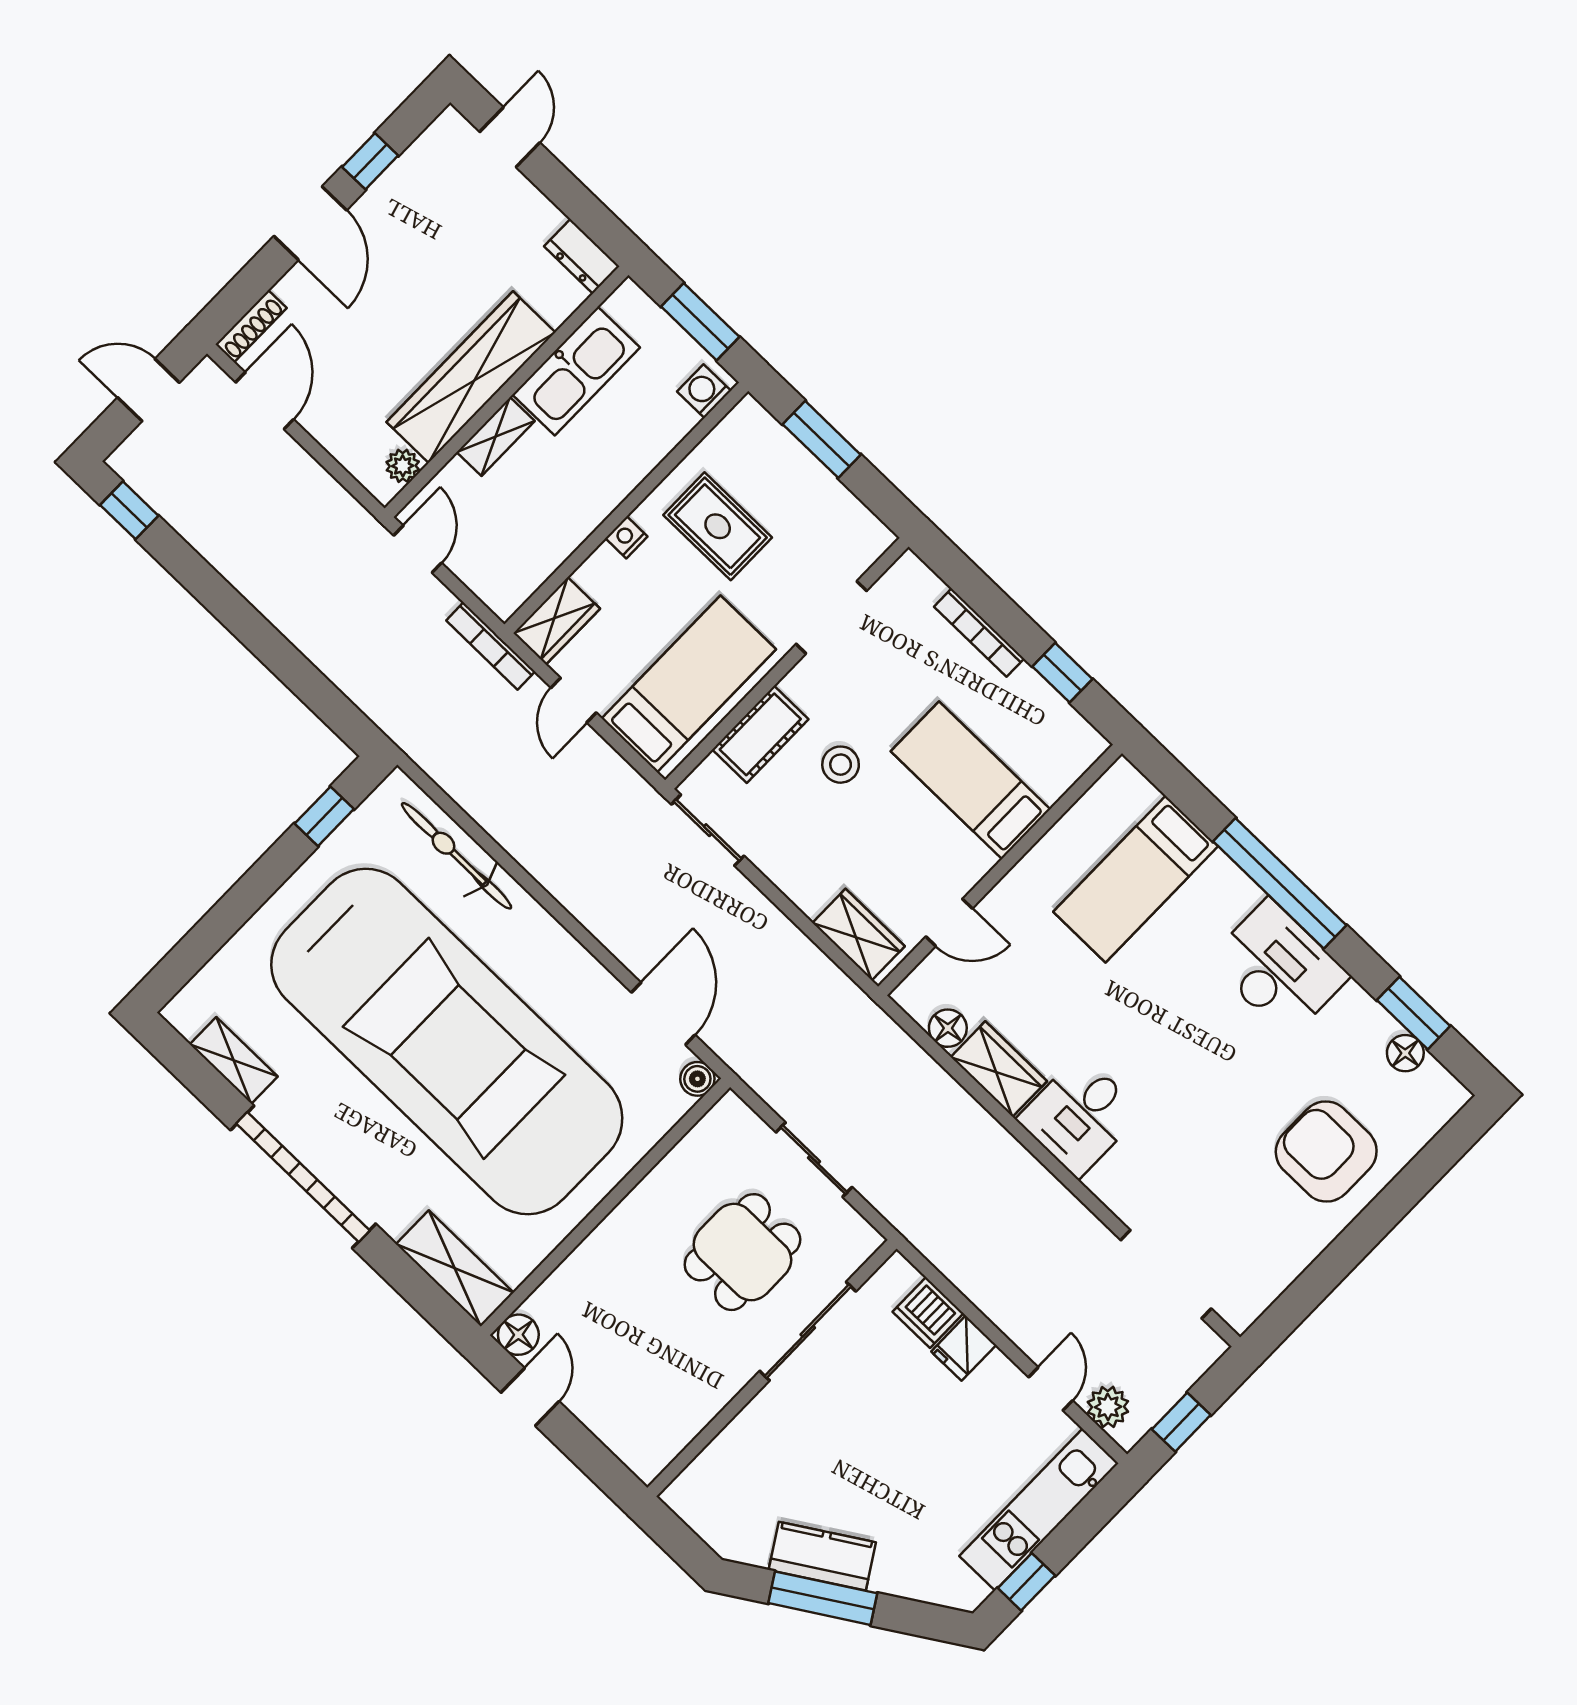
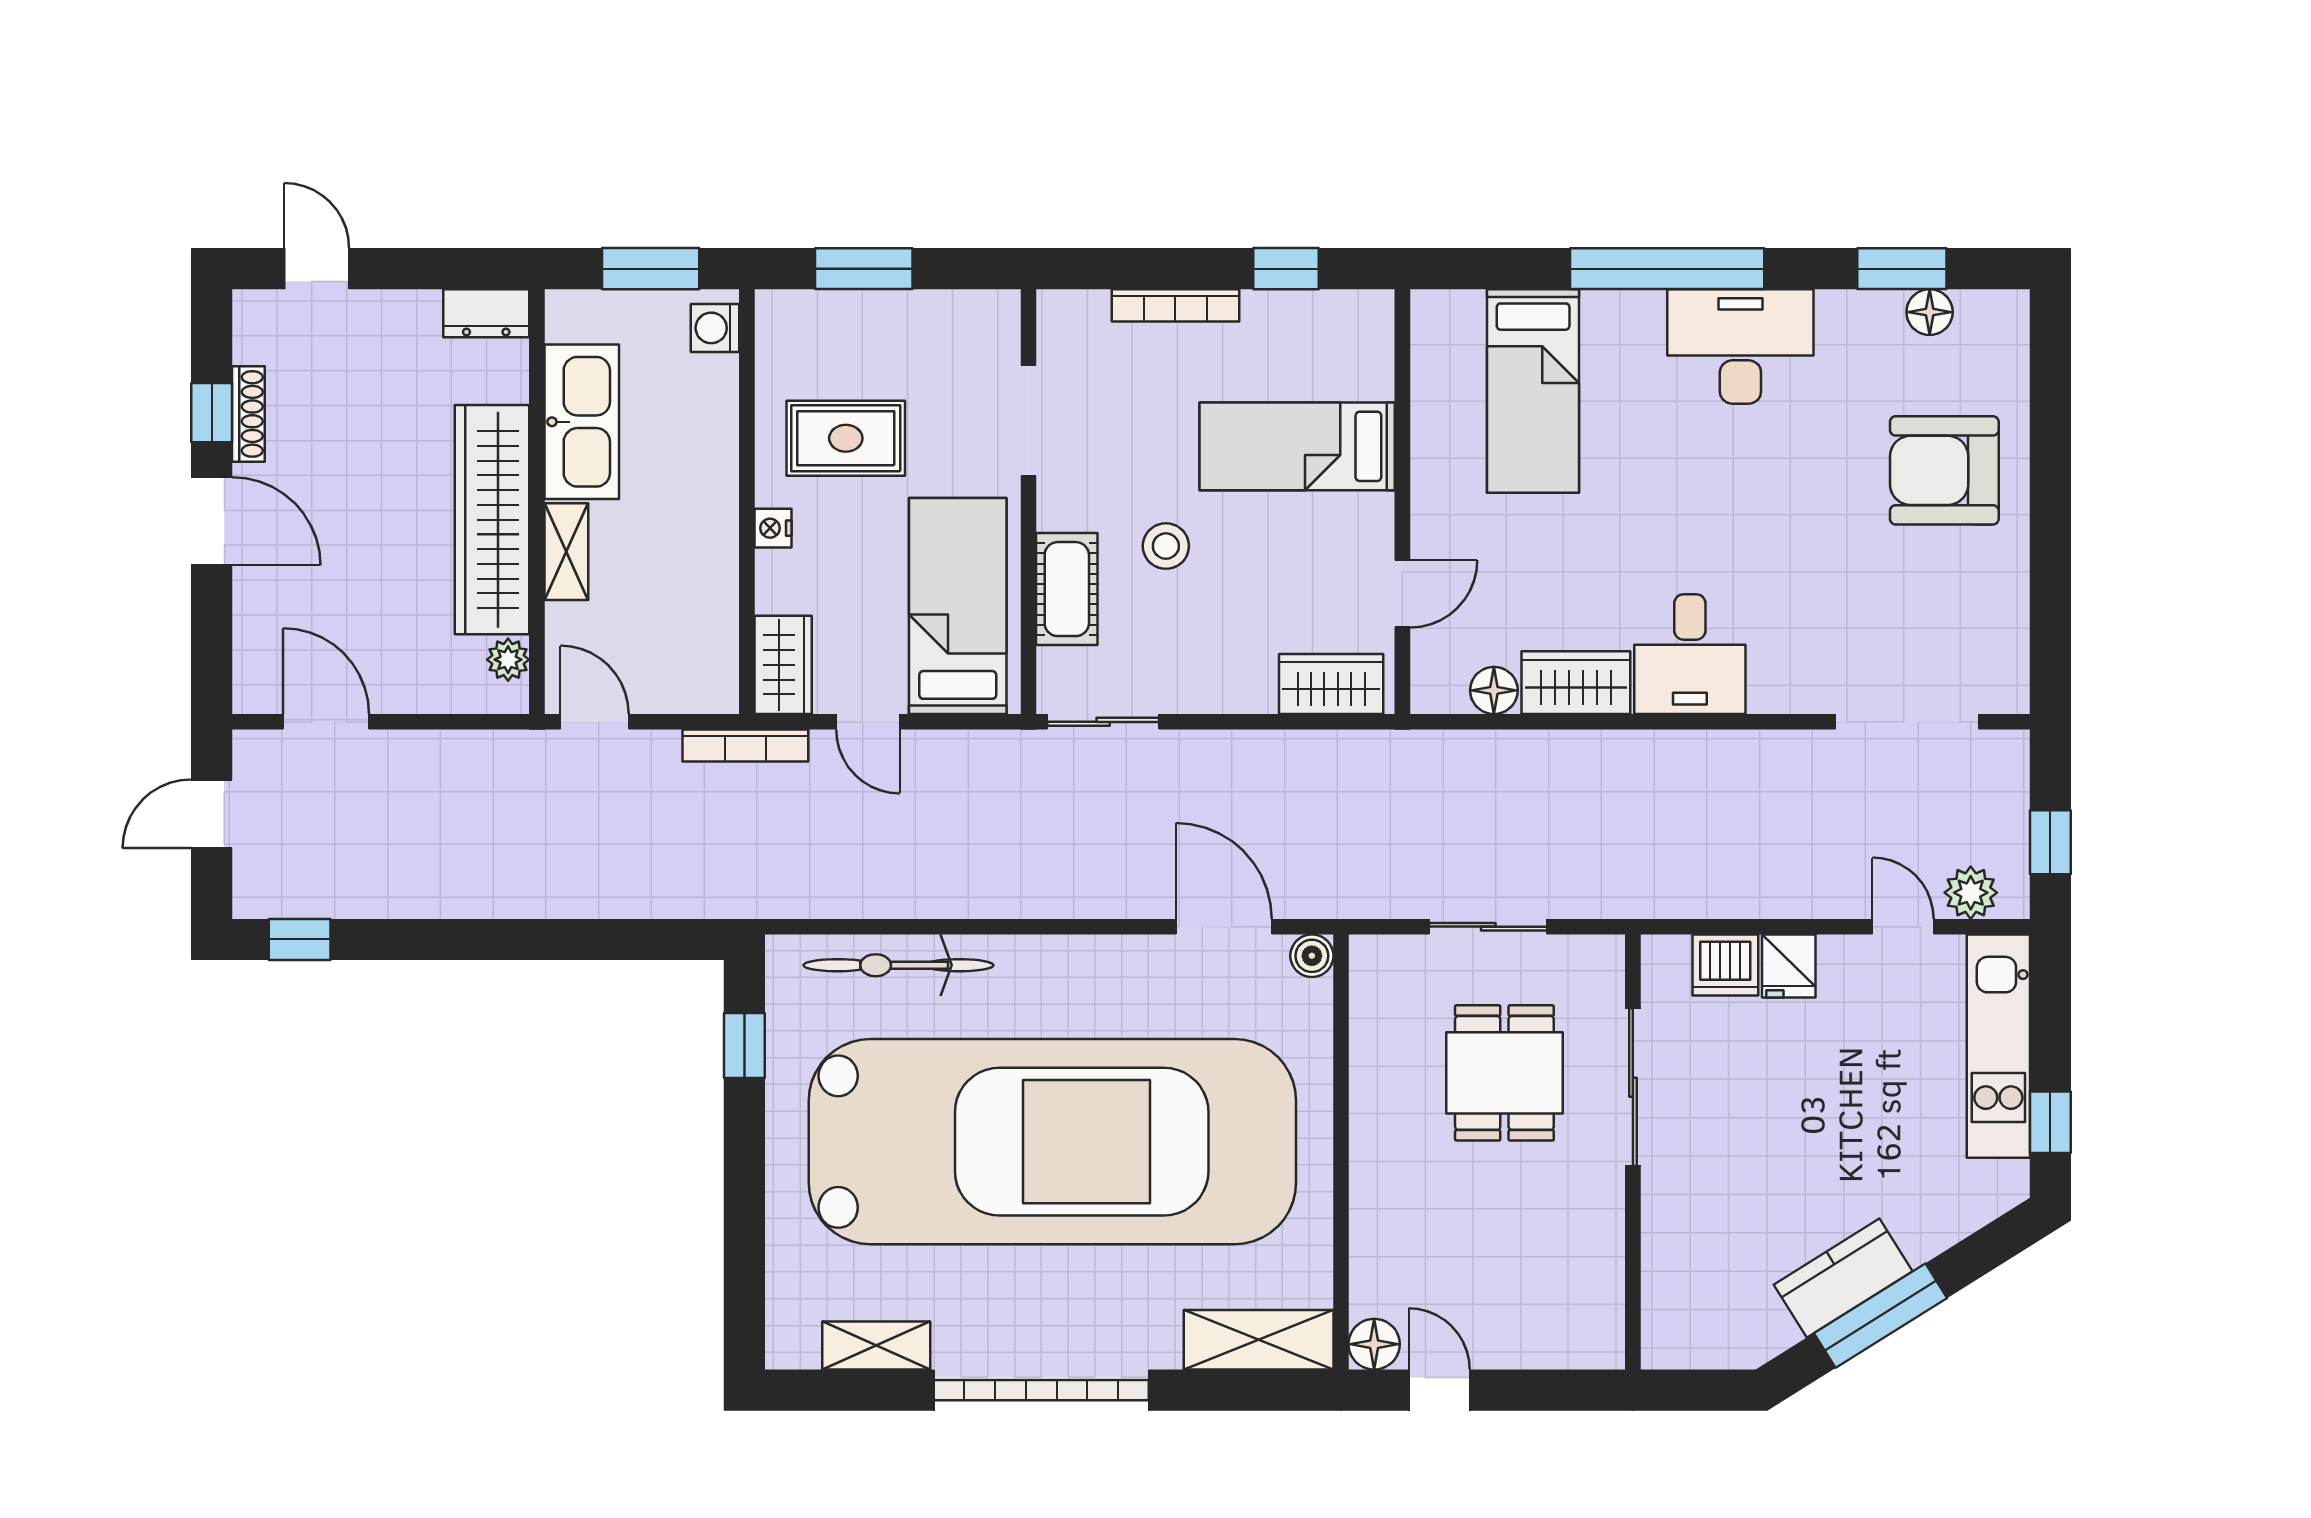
shoe rack: (251, 326) -> (248, 414), moved

